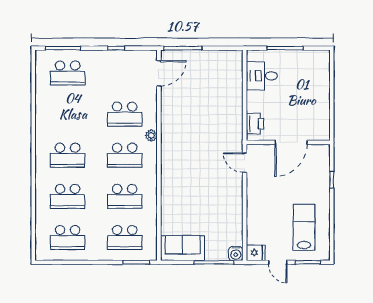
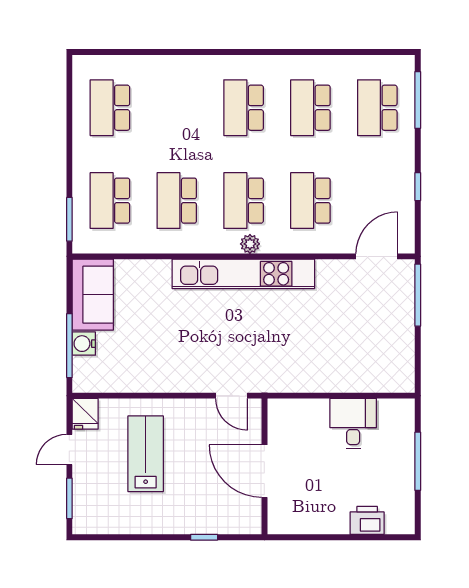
door: (159, 73) -> (377, 256), swing flipped
desk: (262, 76) -> (353, 424), moved
printer: (255, 124) -> (367, 520), moved, turned 180
plant: (151, 135) -> (250, 244), moved
kitchen unit: (170, 155) -> (243, 274), added
door: (245, 163) -> (232, 396), swing flipped
school desk: (68, 196) -> (310, 108), moved
lab bench: (304, 227) -> (146, 454), moved, turned -90
water cooler: (236, 254) -> (84, 344), moved

